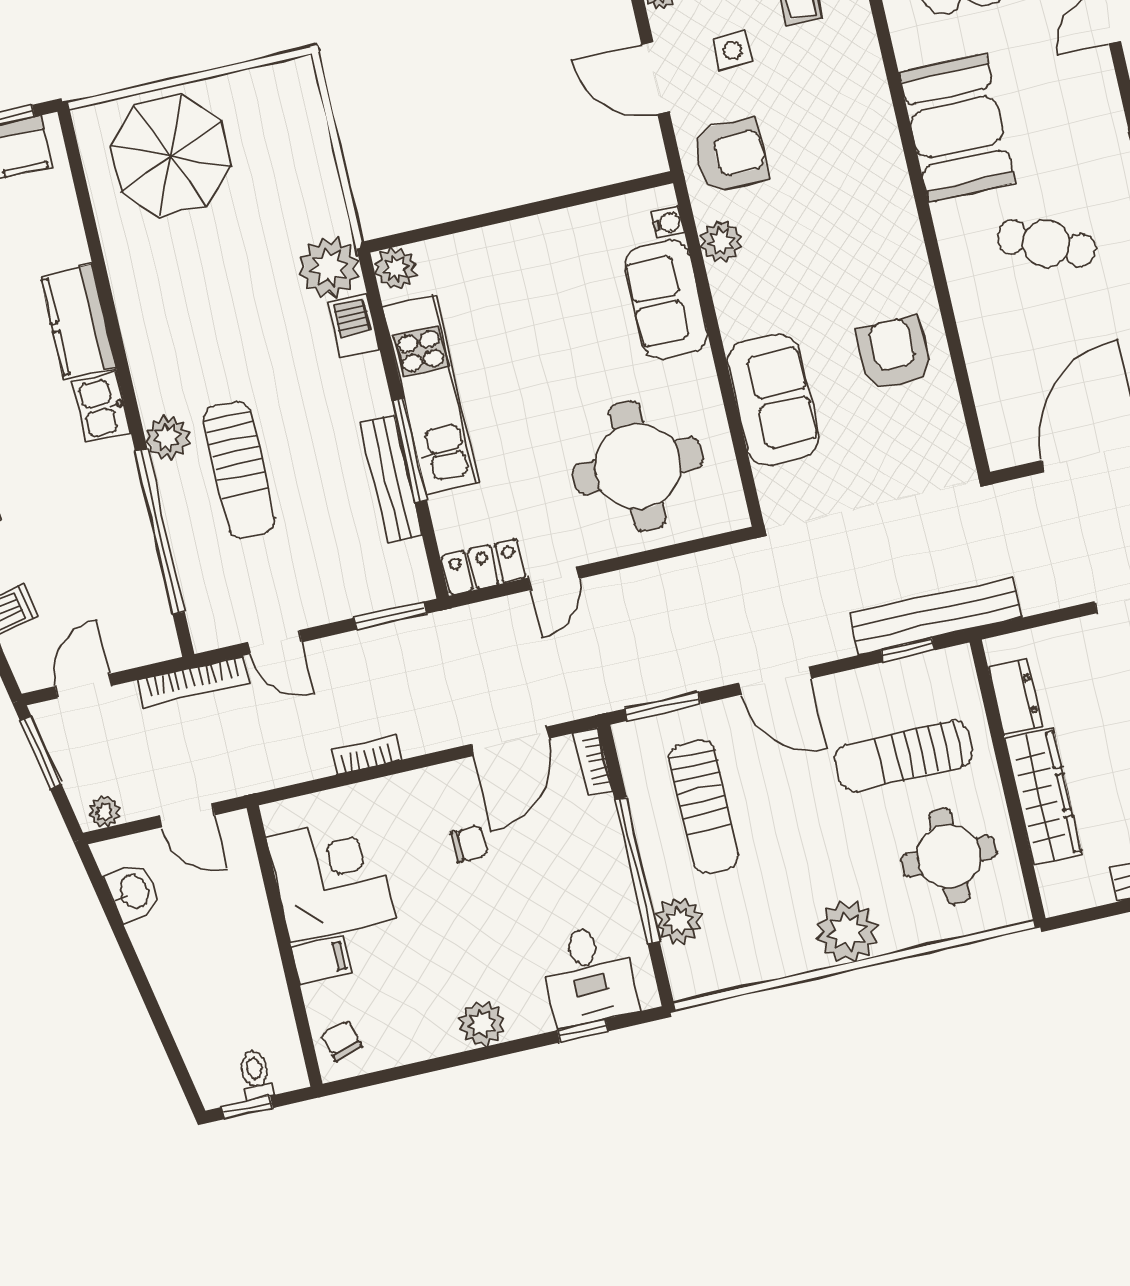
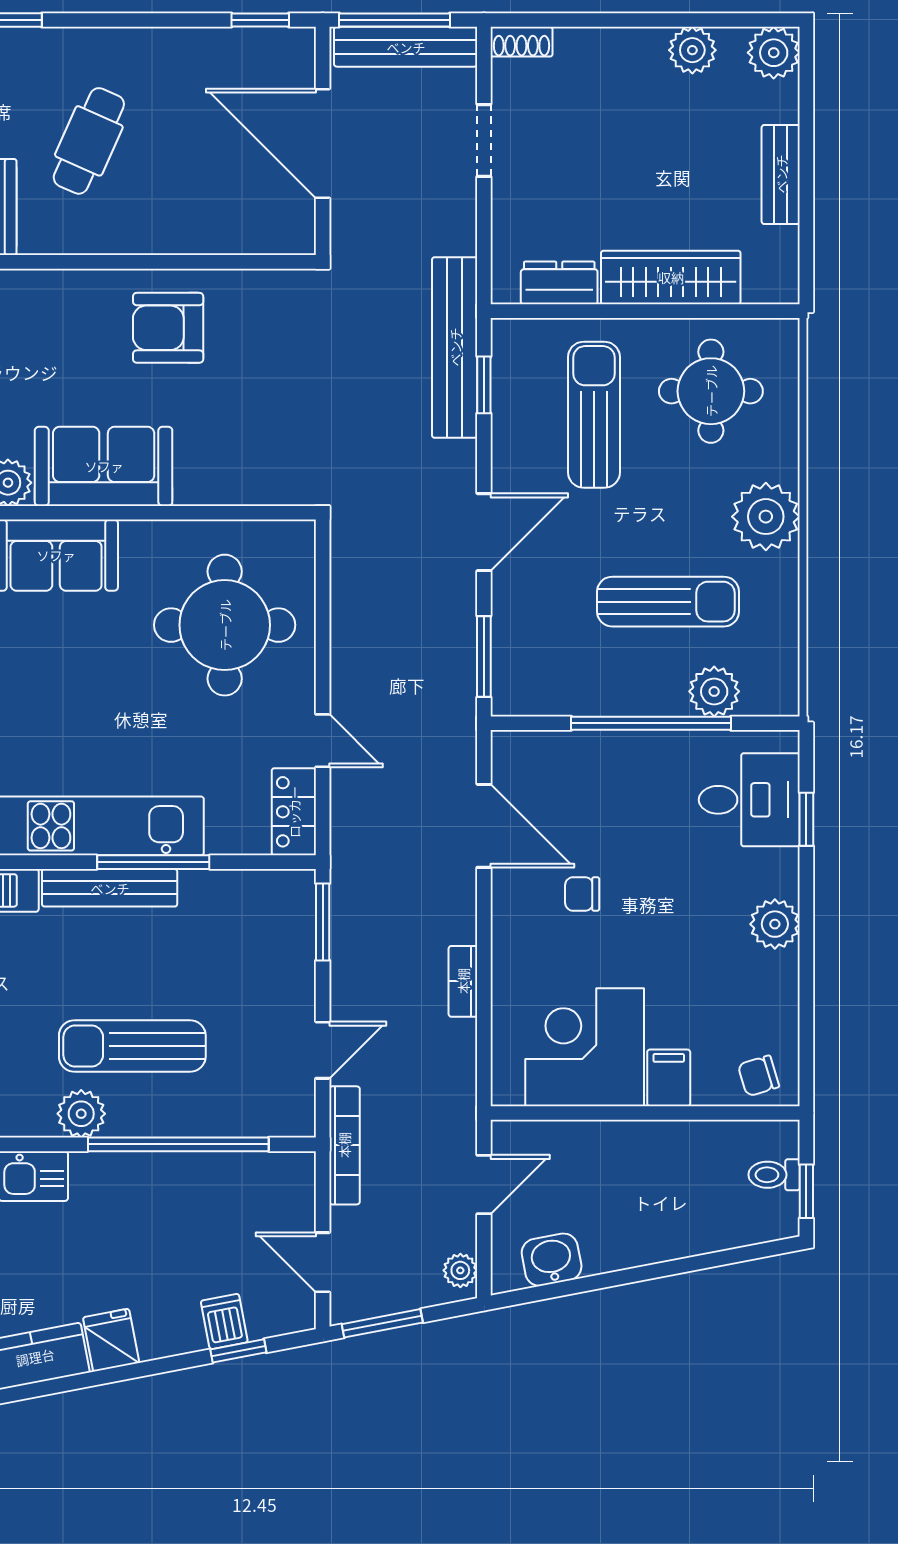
sofa: (773, 400) -> (104, 466), moved
sun lounger: (239, 470) -> (132, 1046), turned 180
bench: (391, 479) -> (110, 888), moved
sun lounger: (904, 756) -> (594, 415), turned 180
bookcase: (593, 762) -> (525, 744), removed
sun lounger: (704, 806) -> (668, 602), moved
chair: (469, 844) -> (582, 894), turned -90

